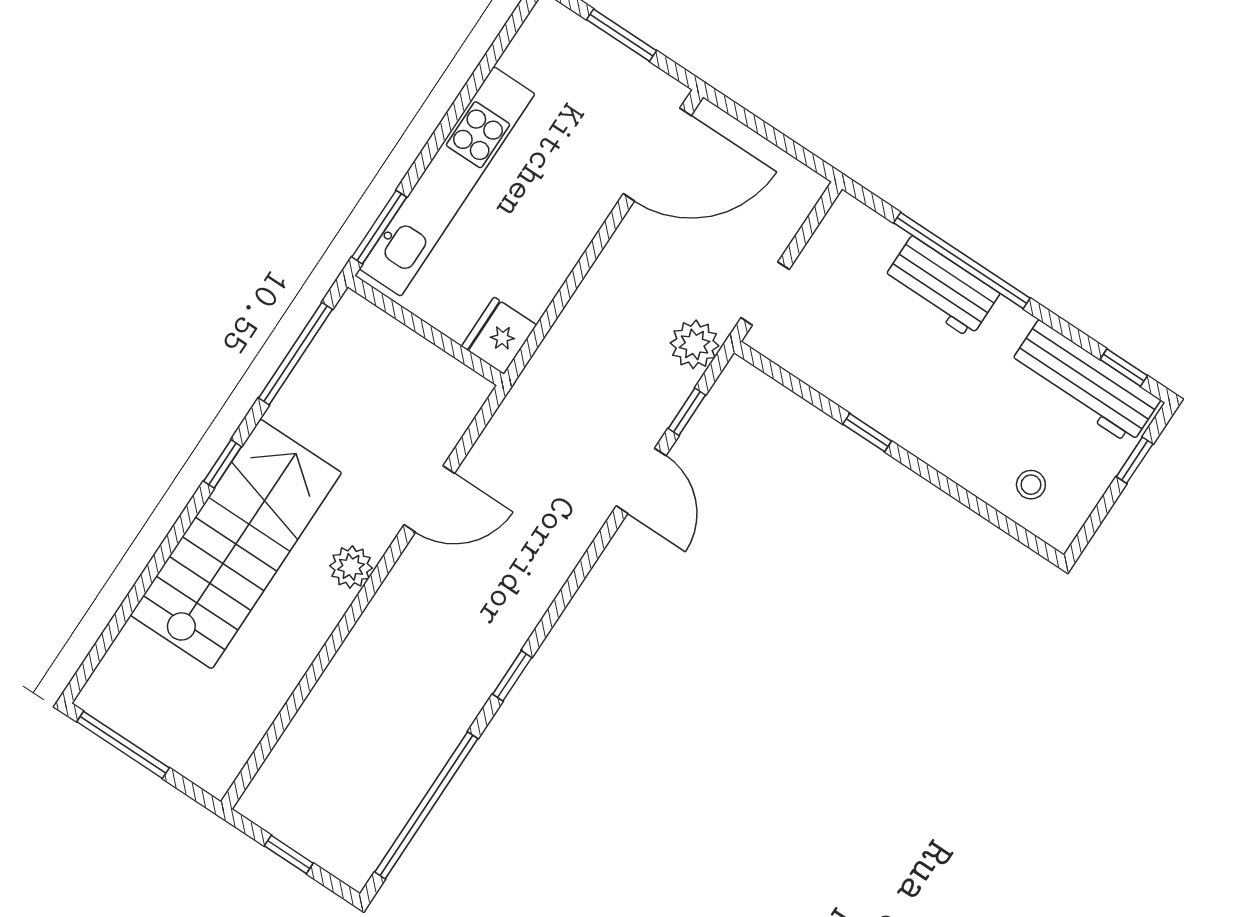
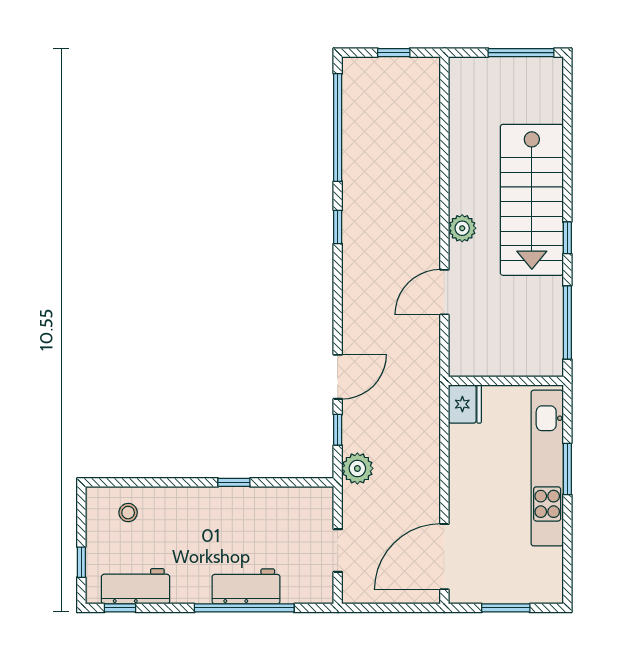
window: (379, 227) -> (567, 469), moved
doorway: (765, 294) -> (338, 550), moved
workbench: (1085, 382) -> (136, 586), width x0.73
door: (641, 481) -> (338, 377), swing flipped

